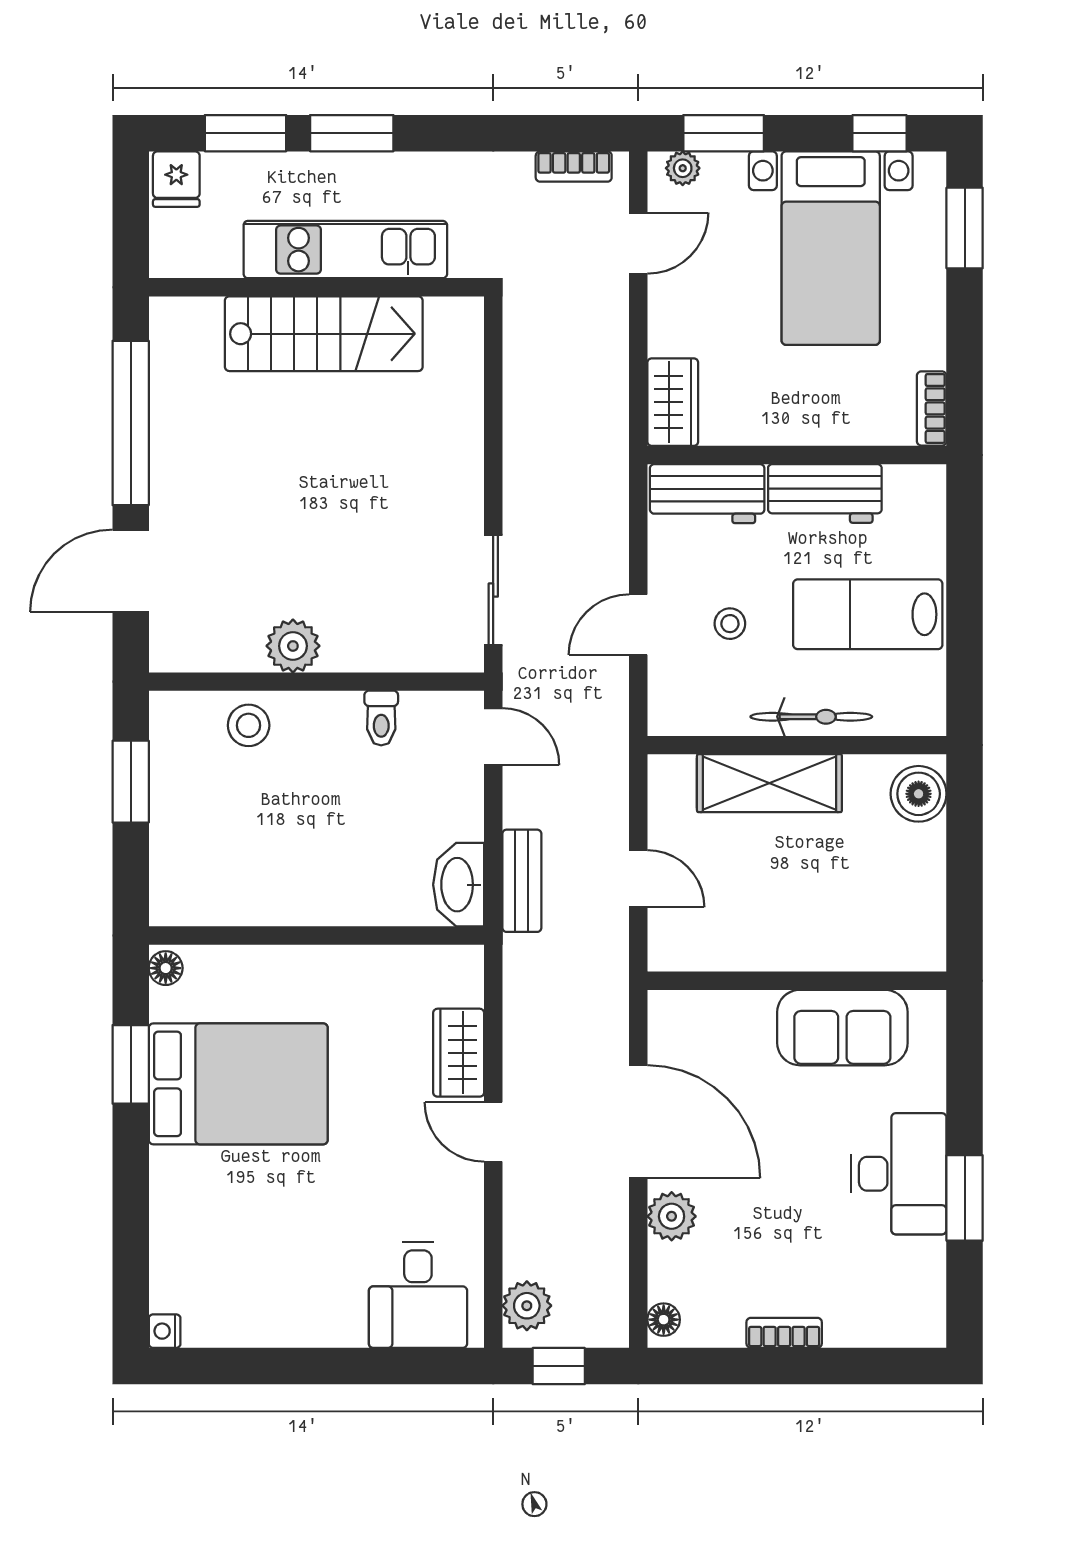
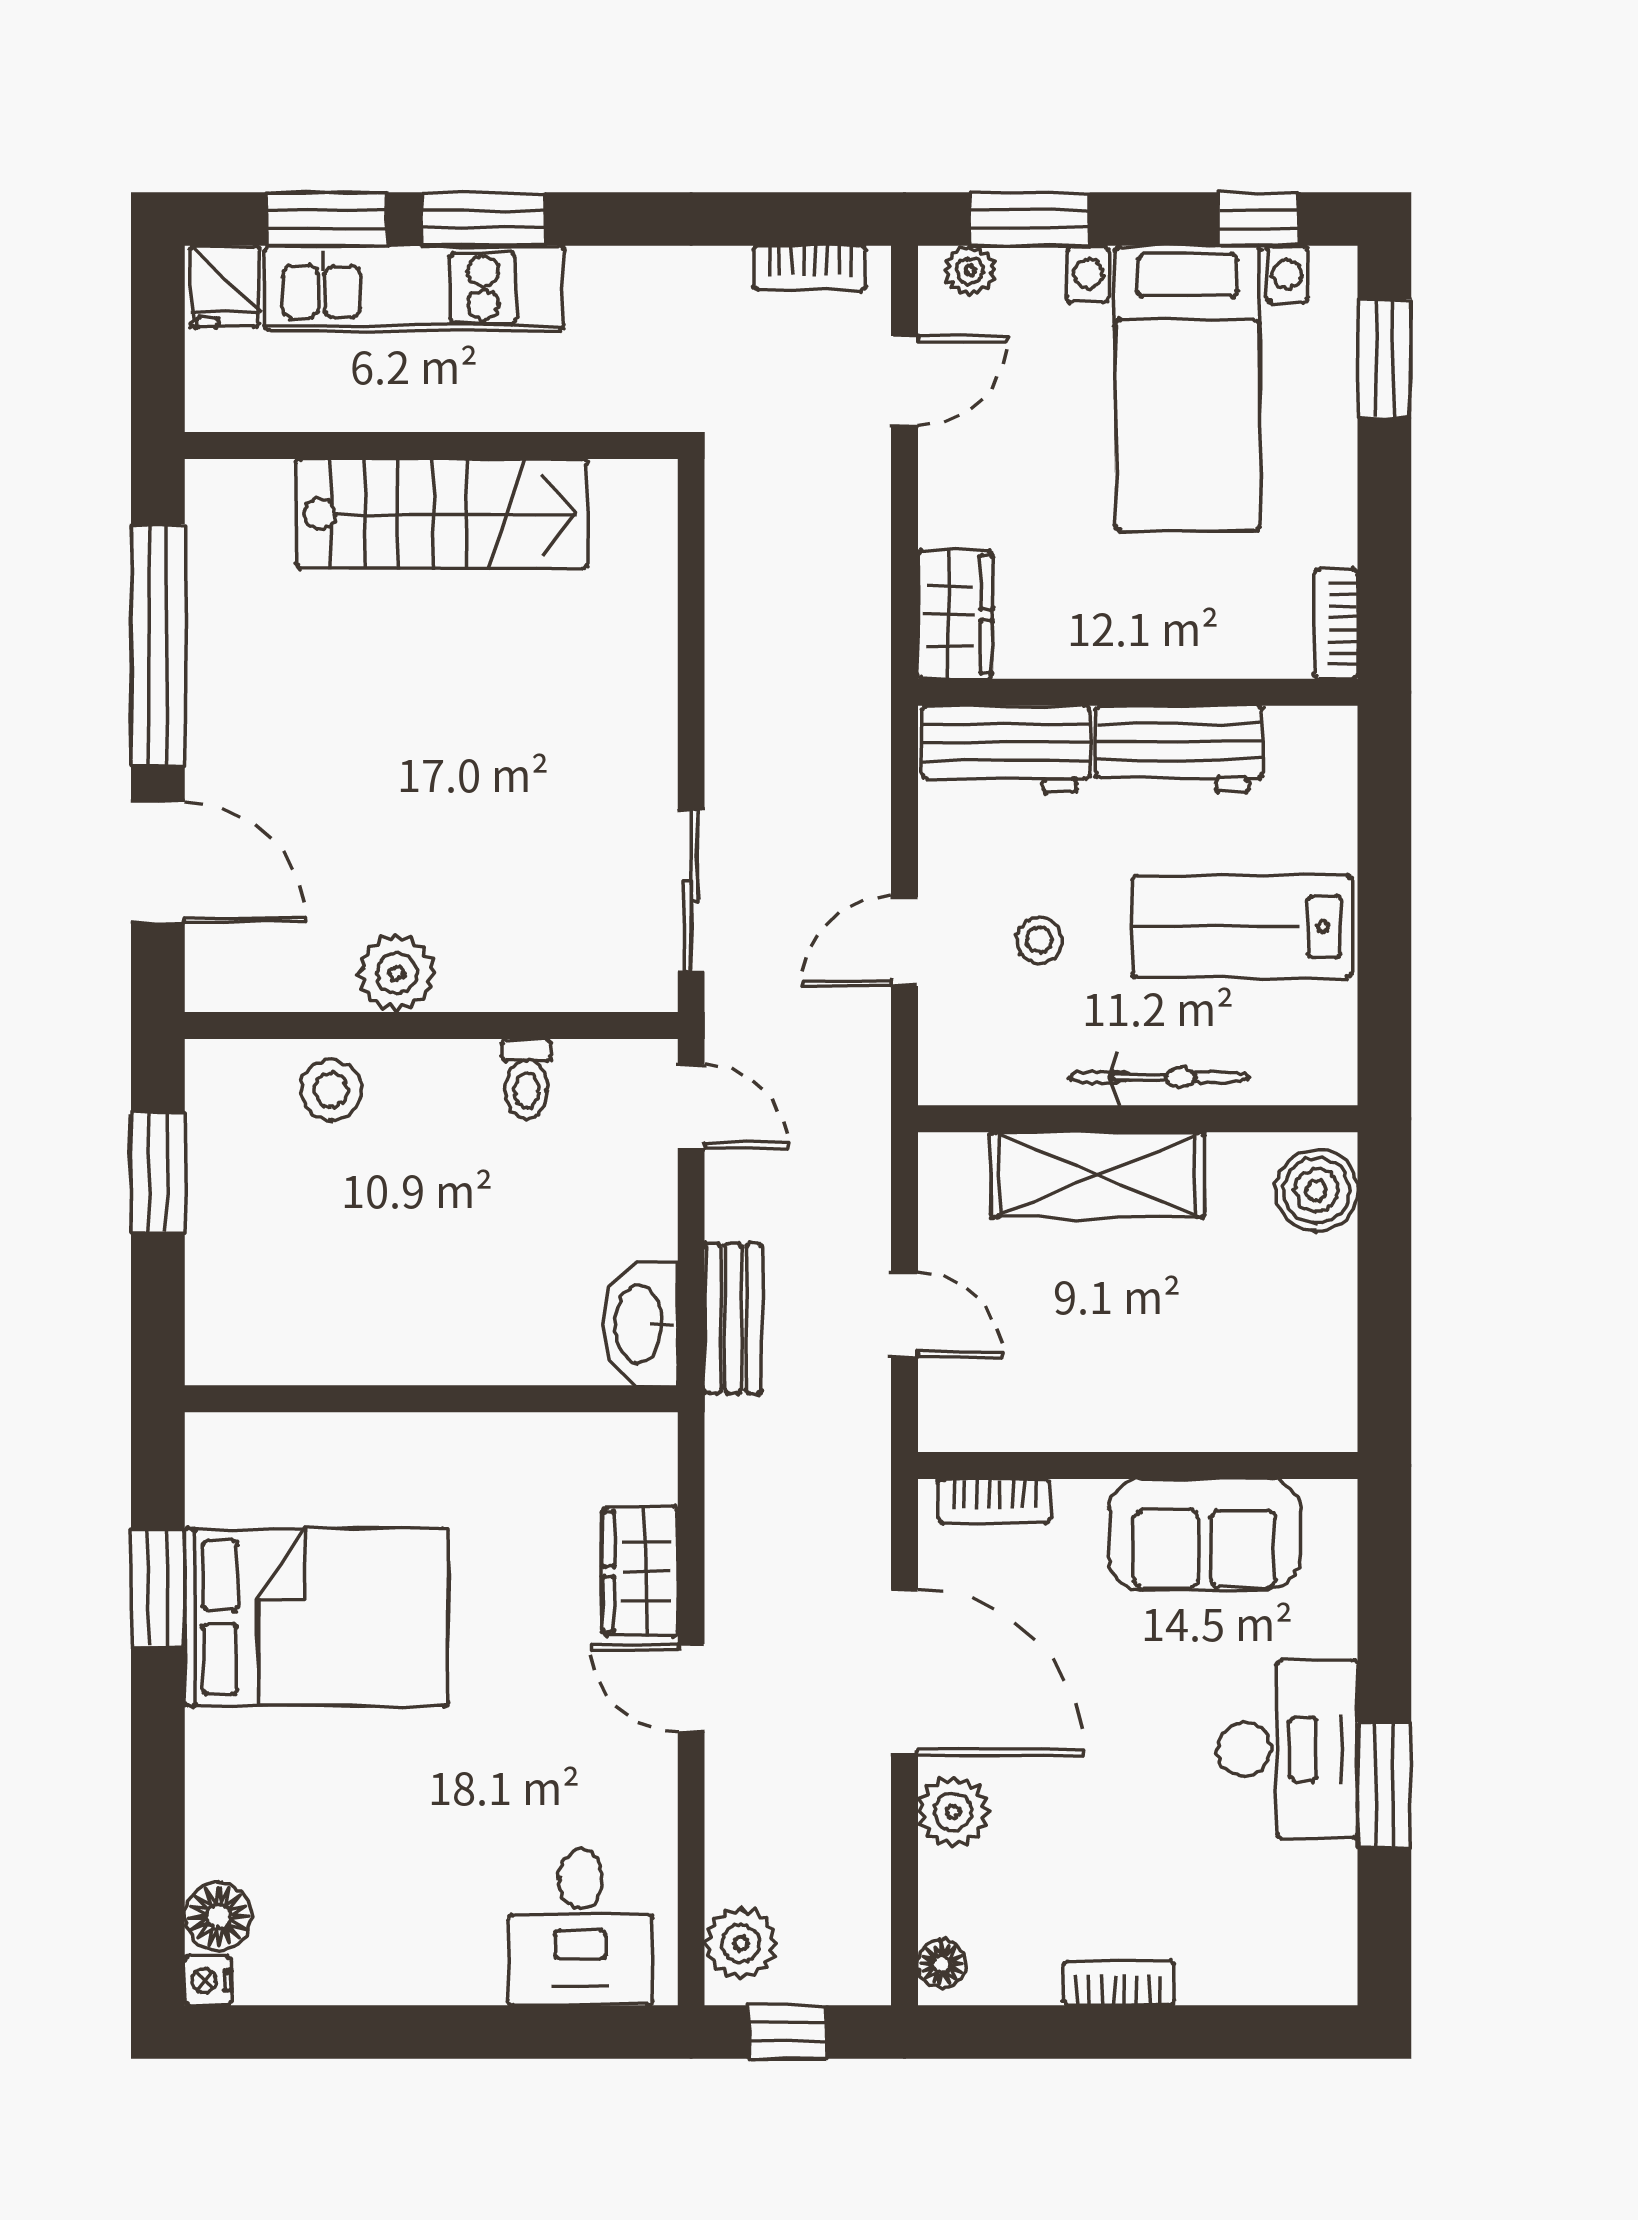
kitchen unit: (345, 250) -> (414, 288), moved, turned 180
door: (131, 571) -> (158, 862), swing flipped
floor lamp: (166, 968) -> (219, 1917), moved, width x1.37, depth x1.37
bookcase: (699, 1005) -> (994, 1501), added

